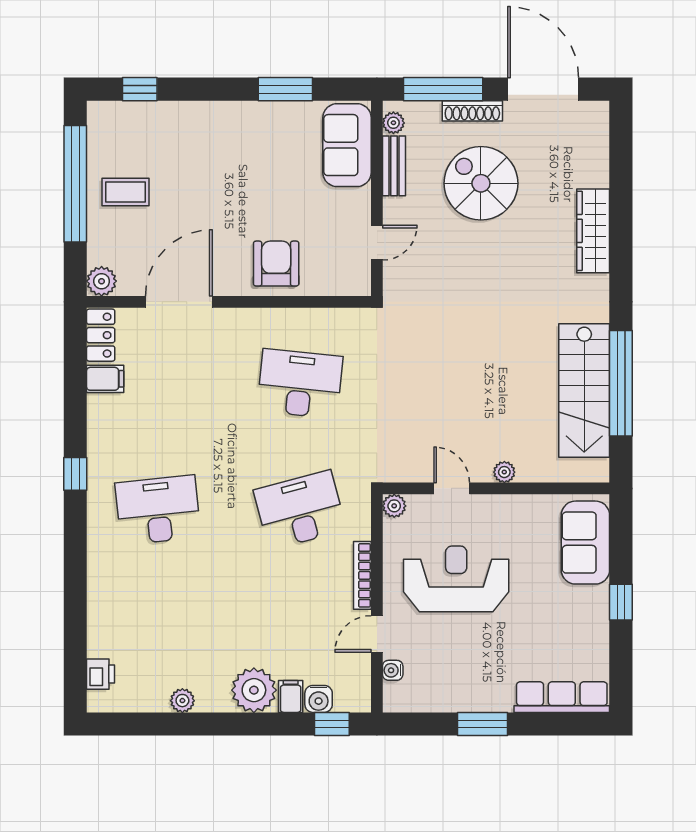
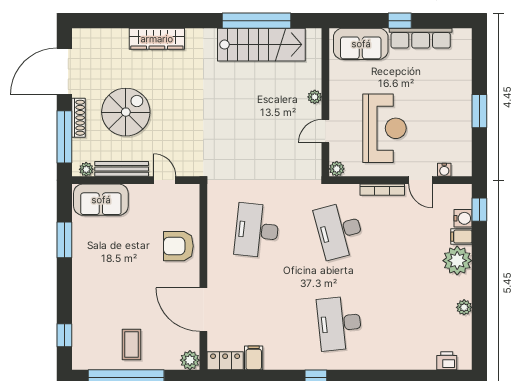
bench: (394, 166) -> (122, 169), width x1.36
spiral stairs: (481, 183) -> (126, 112), turned 180
reception desk: (456, 579) -> (385, 128), turned 180
row of seats: (562, 697) -> (421, 38), moved, turned -90

